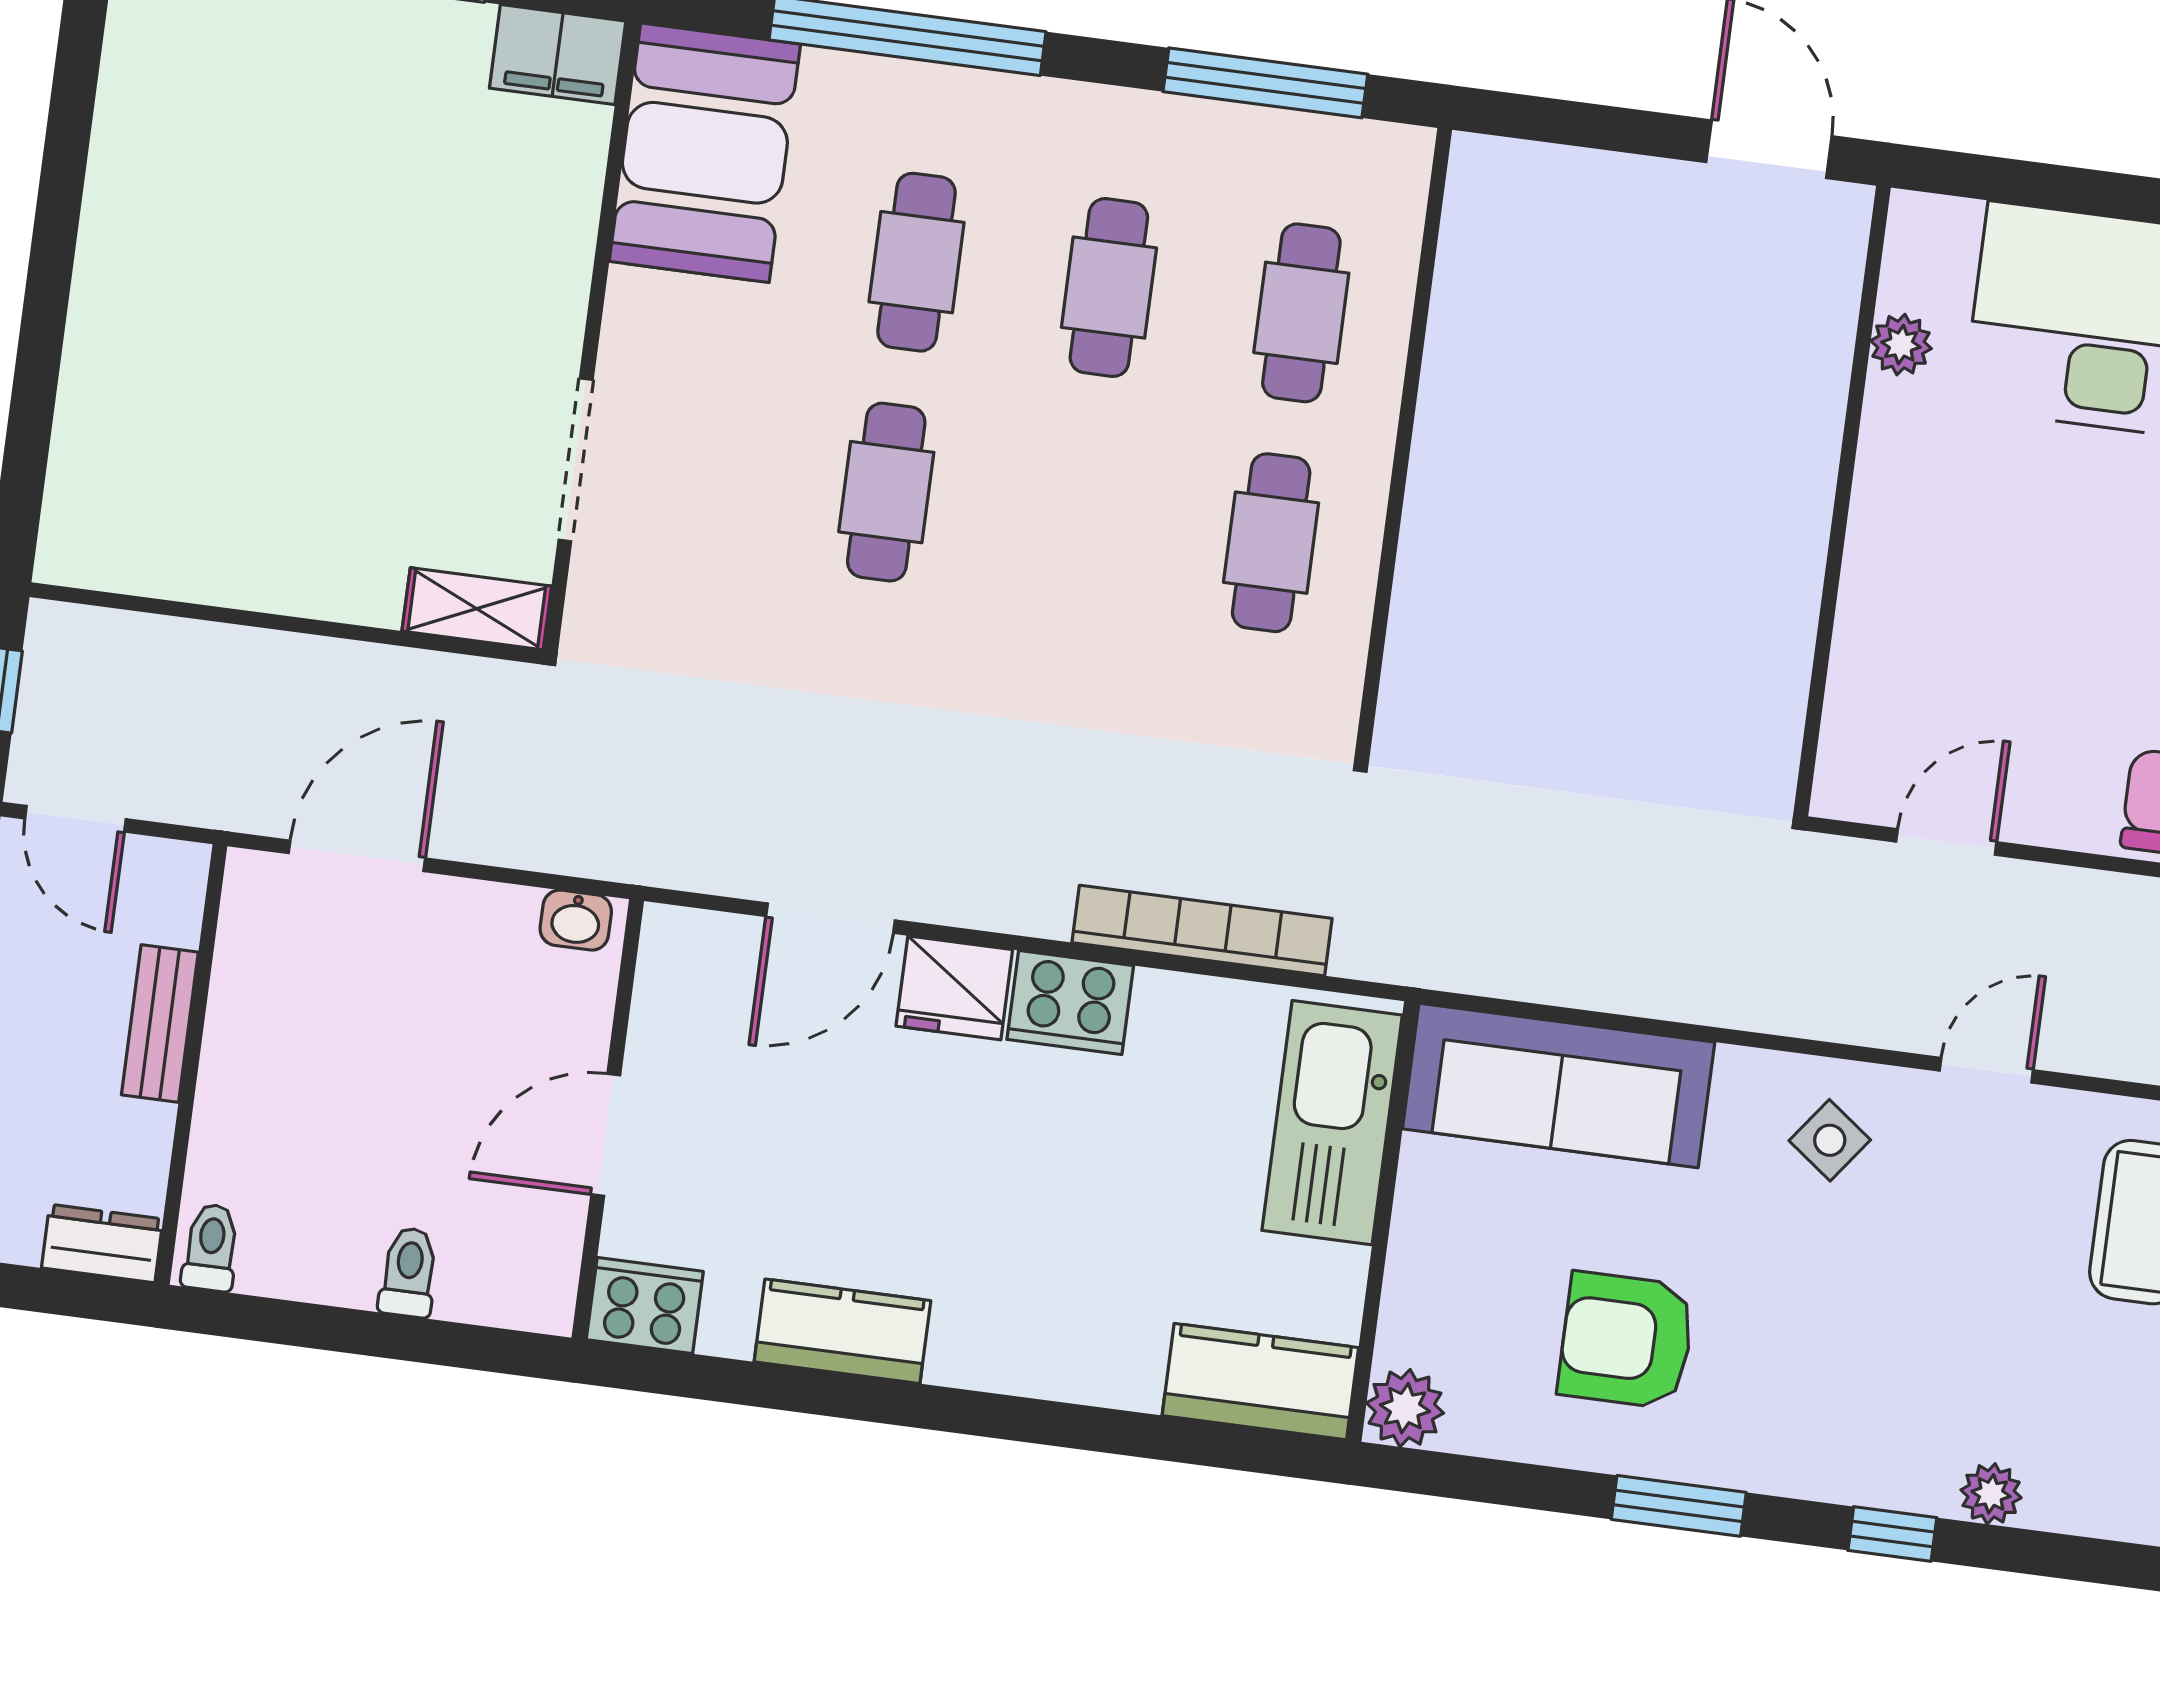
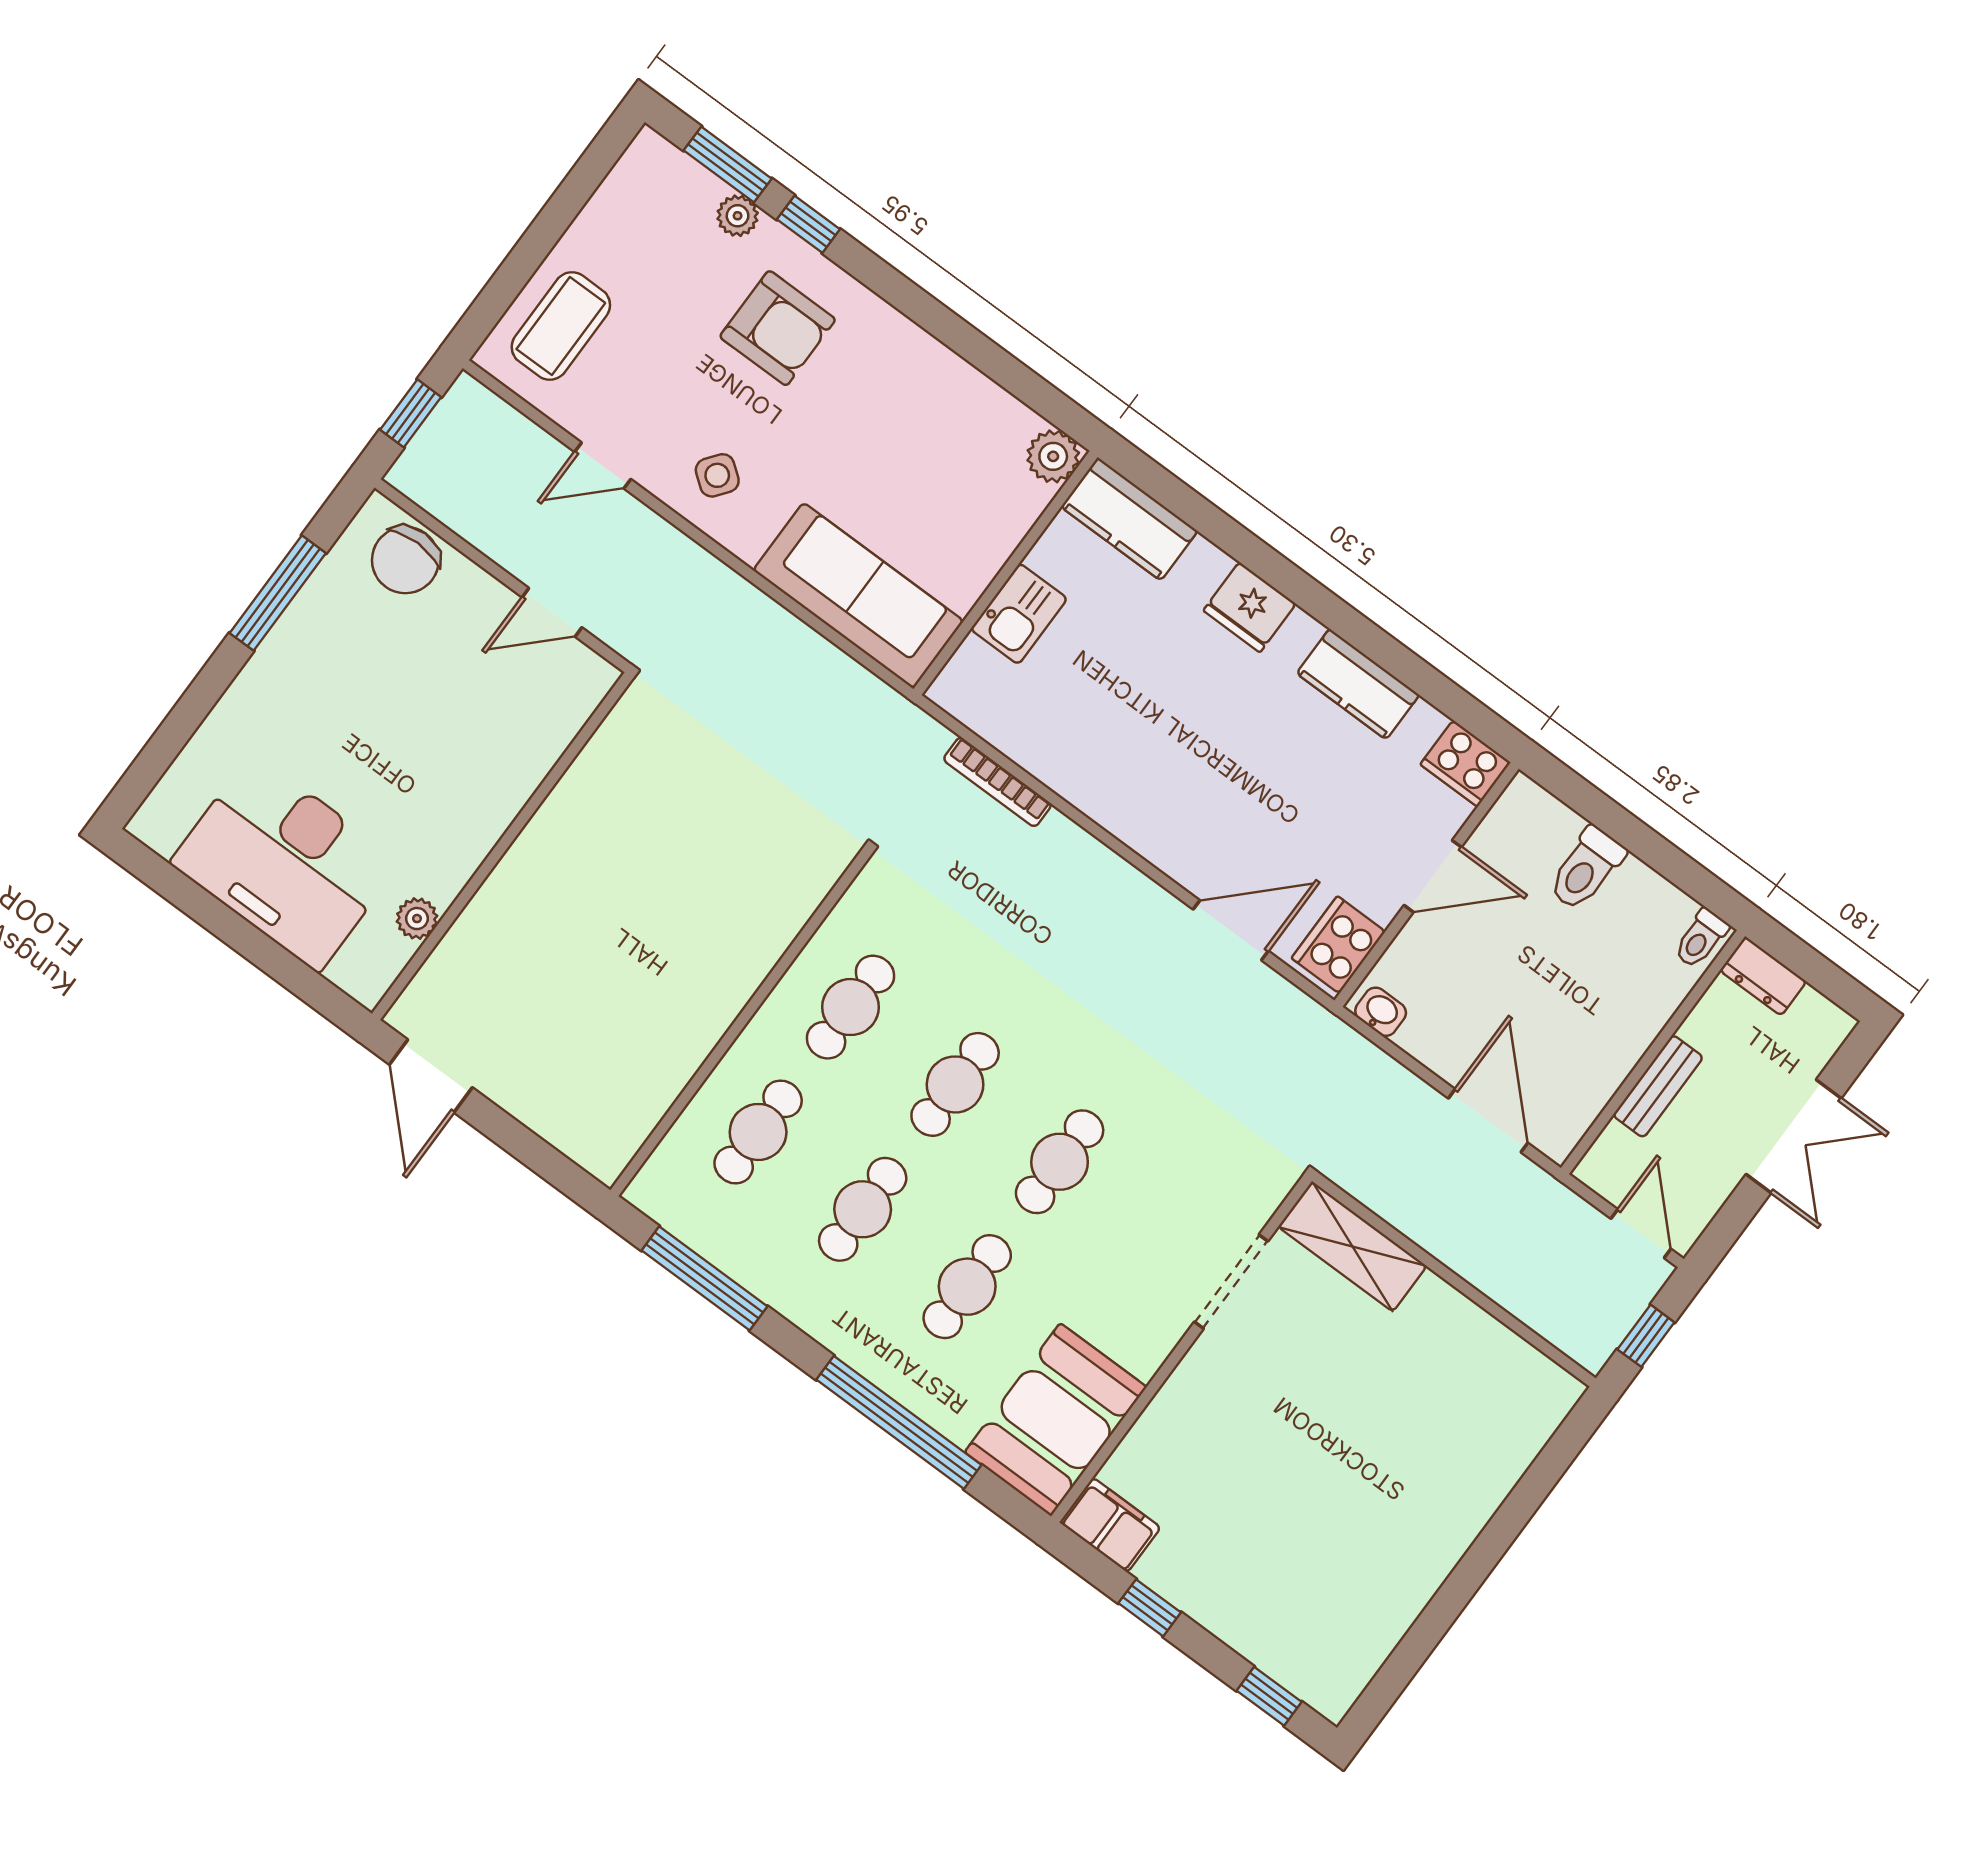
cafe table: (1079, 517) -> (955, 1084), added
shelving: (477, 609) -> (1352, 1246), width x1.50, depth x1.33
door: (357, 856) -> (1488, 1121), swing flipped
bookcase: (1202, 930) -> (997, 782), width x0.68, depth x0.76
fridge: (954, 988) -> (1250, 607), moved, turned 180
cooker: (1070, 1002) -> (1338, 945), moved, turned -90
kitchen sink: (1332, 1123) -> (1019, 614), width x0.53, depth x0.81
toilet: (409, 1272) -> (1586, 869), width x1.37, depth x1.39
armchair: (1626, 1340) -> (778, 328), moved
window: (1679, 1506) -> (728, 164), moved

